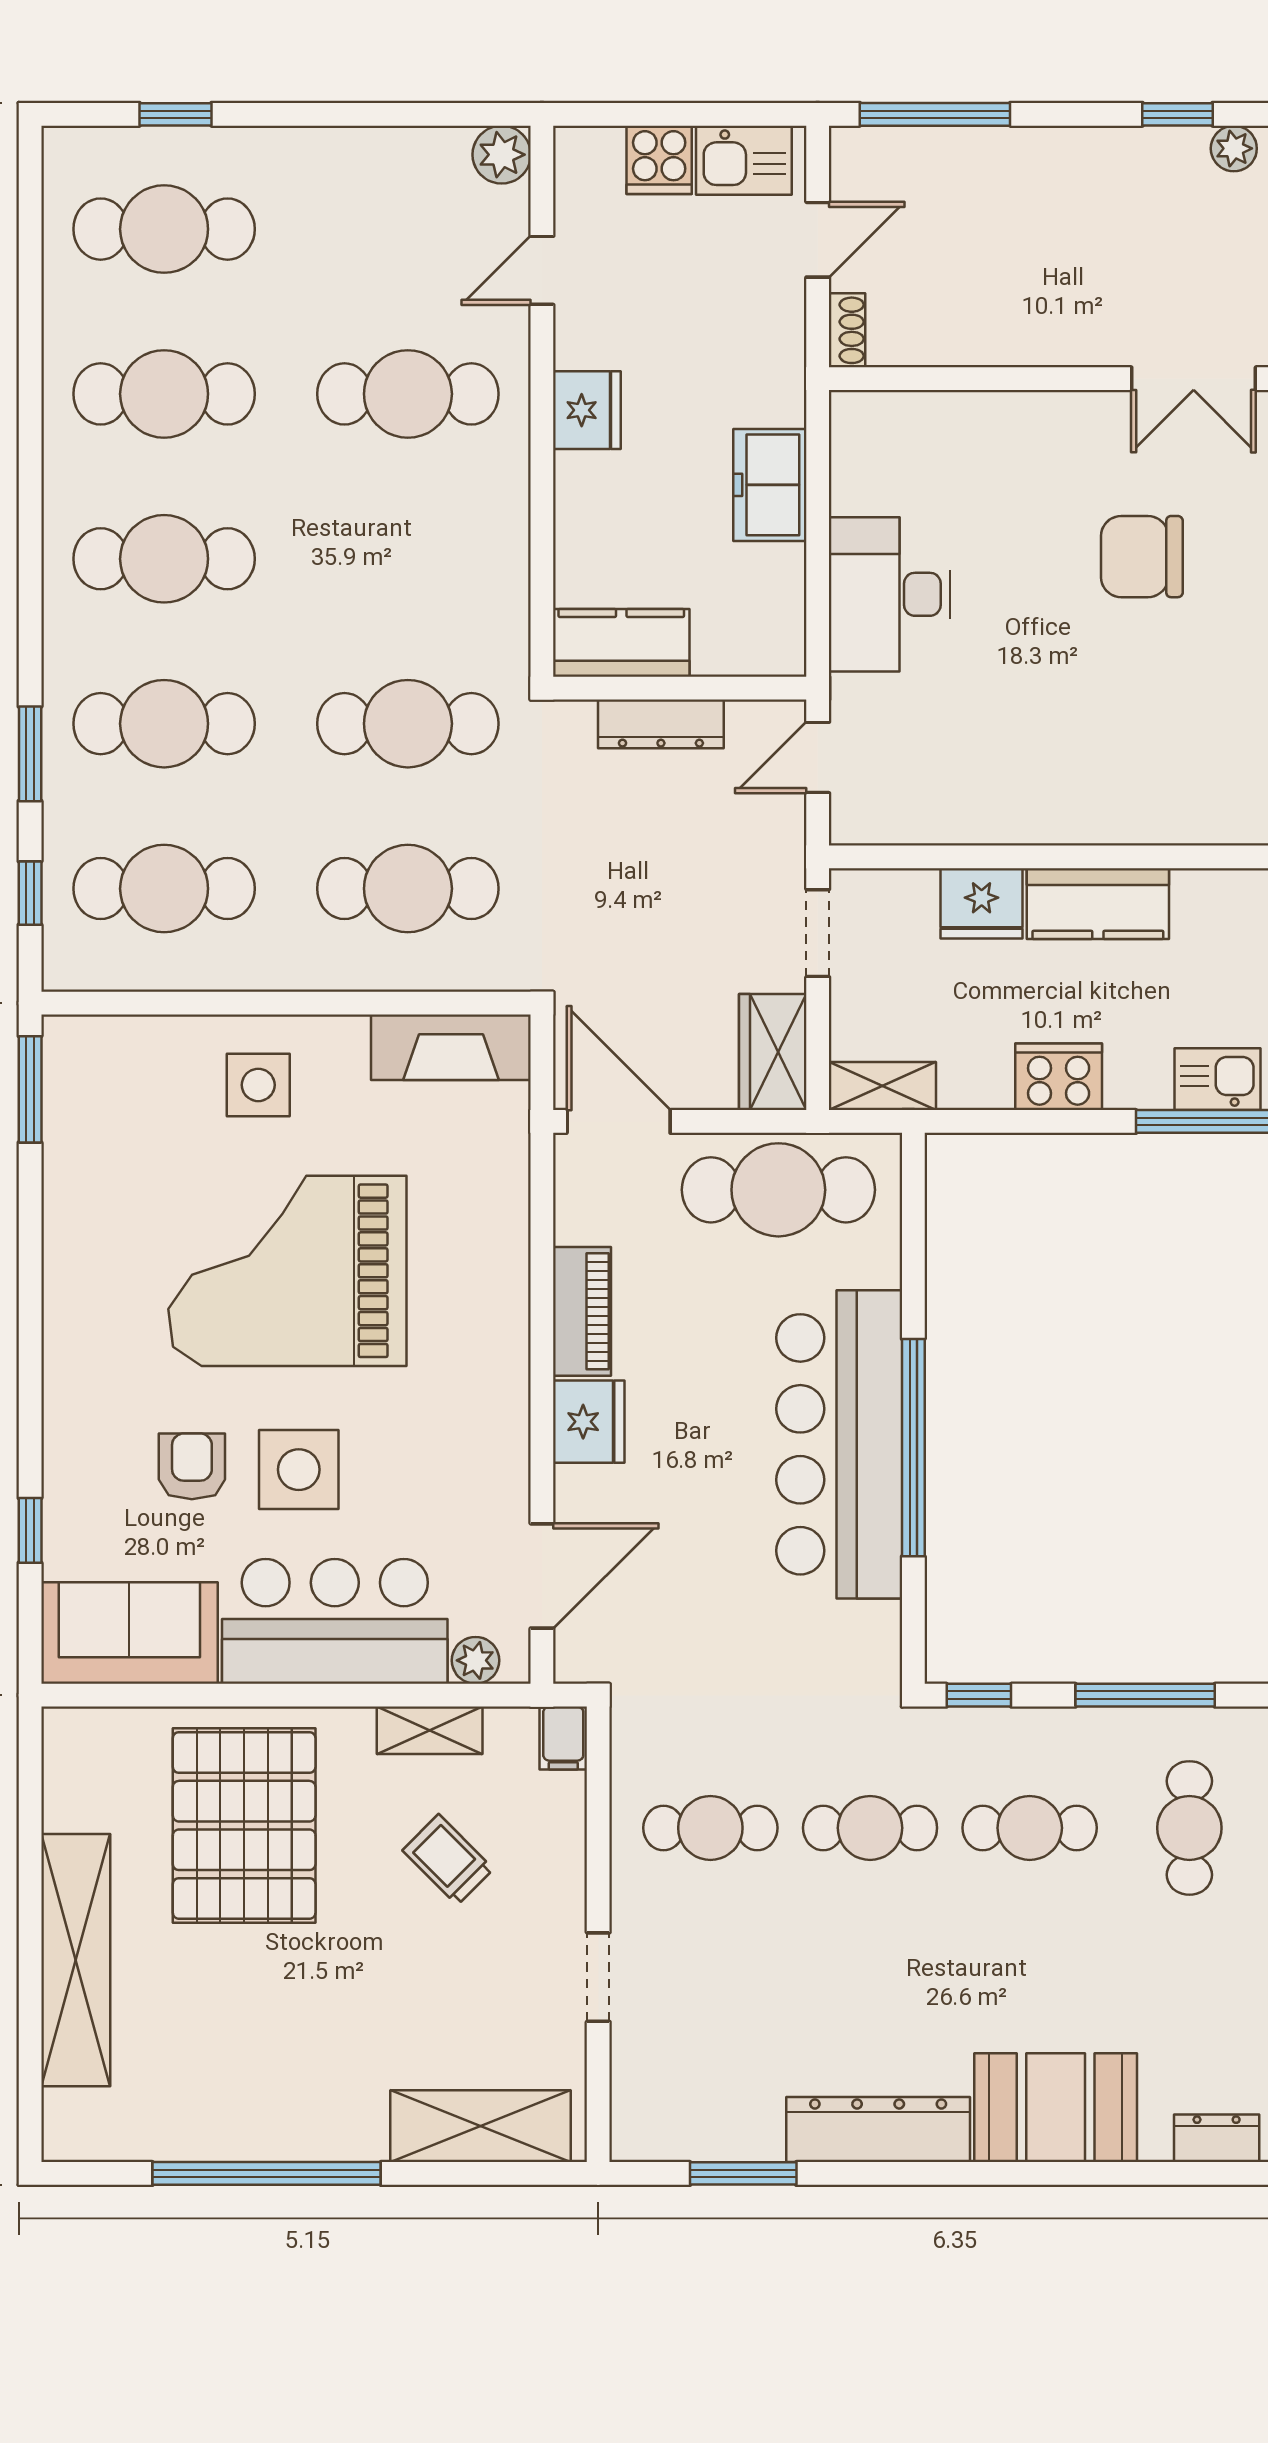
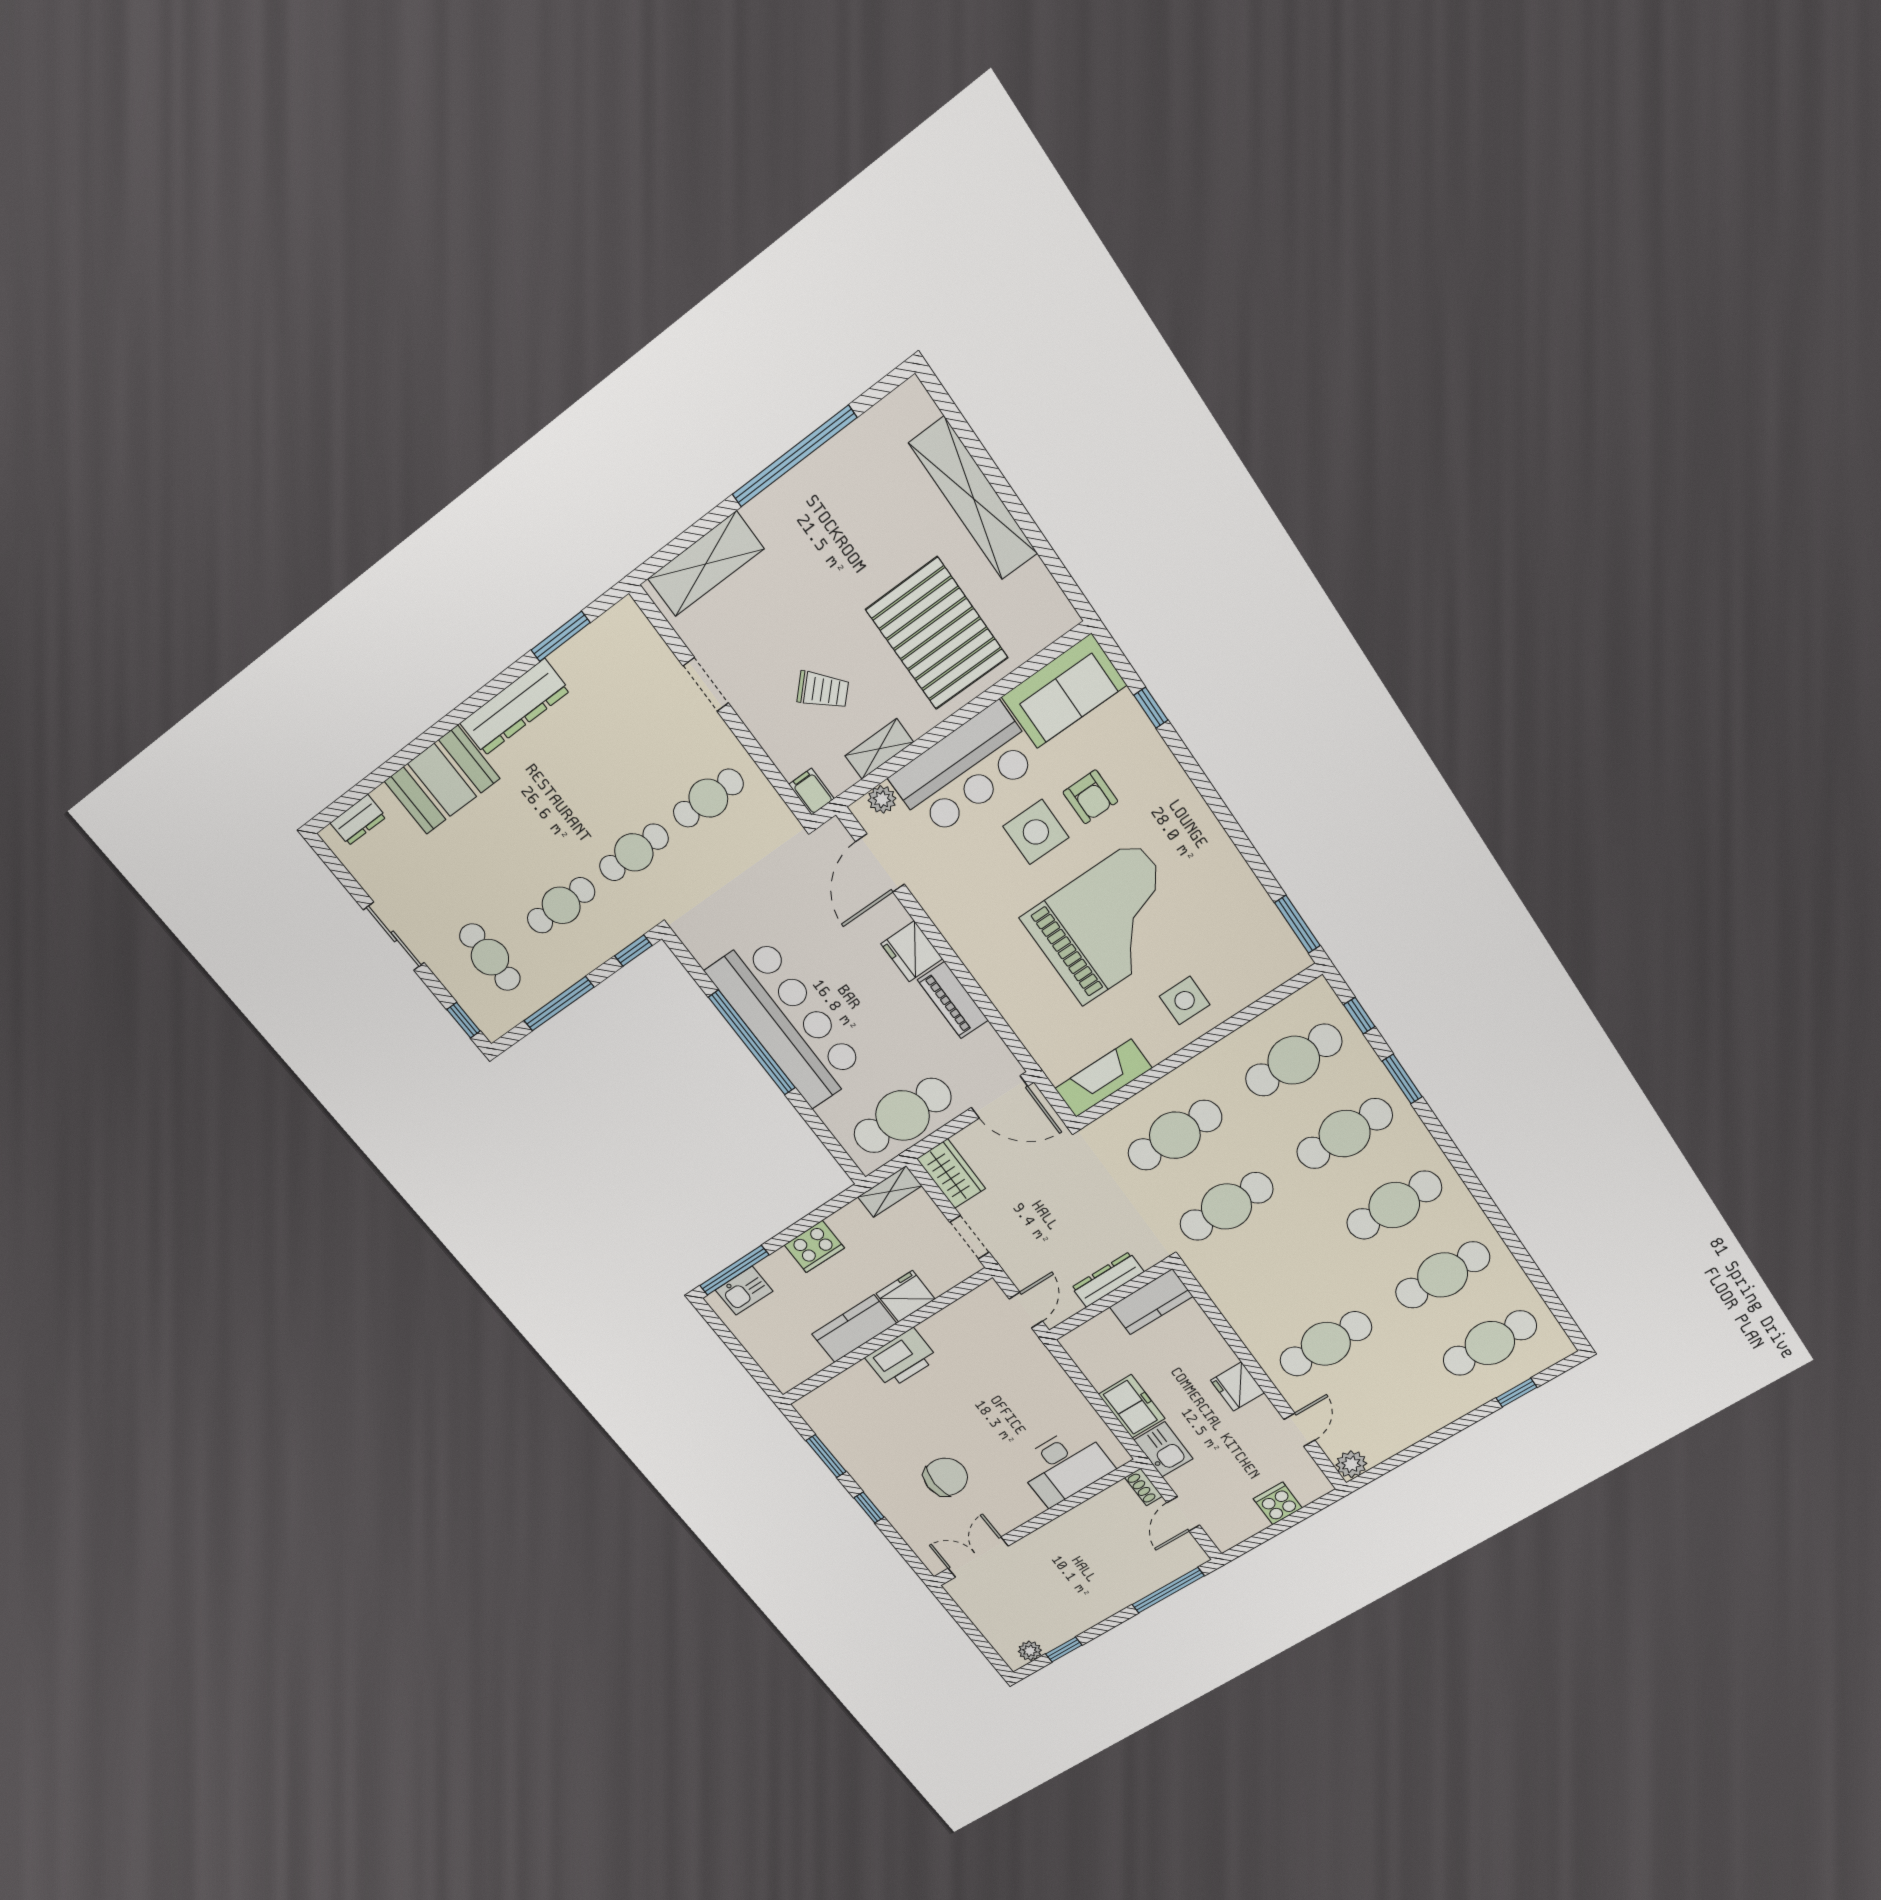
kitchen sink: (744, 160) -> (1163, 1449), moved, turned 90
desk: (890, 594) -> (1064, 1466), moved, turned 90
printer: (1062, 806) -> (901, 1358), added

